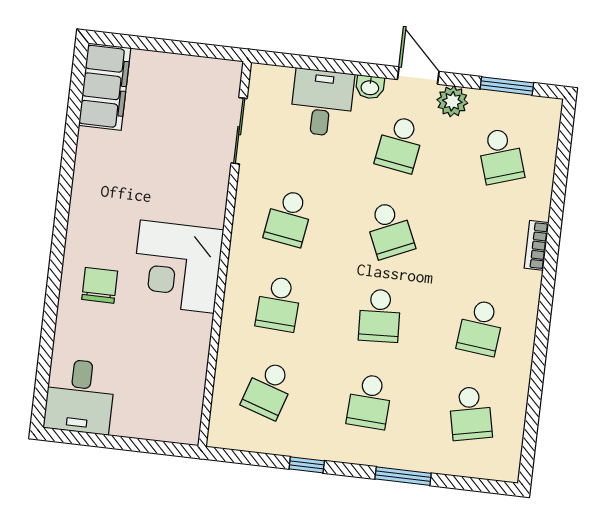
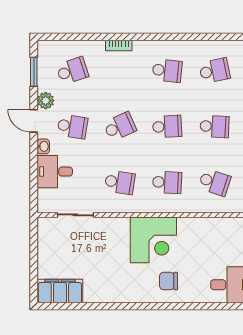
door: (418, 76) -> (34, 121), hinge flipped

